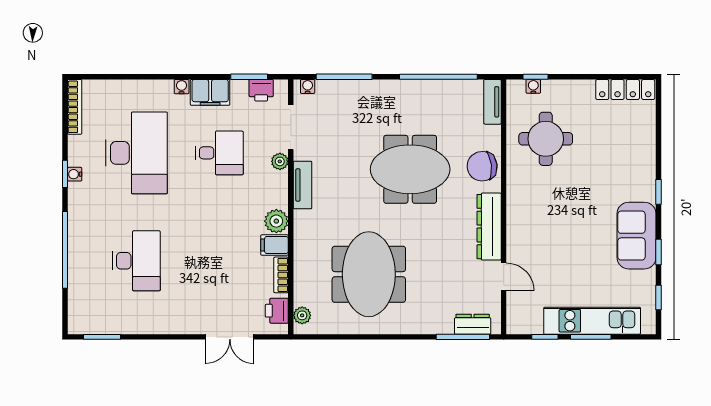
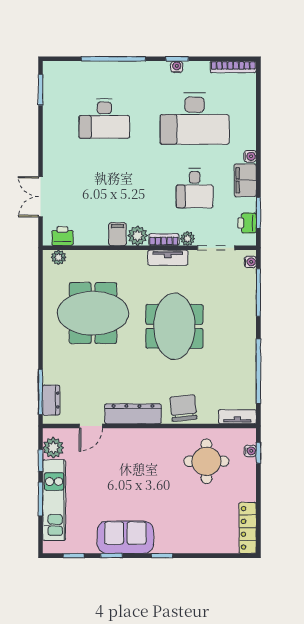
meeting table: (410, 169) -> (174, 326), moved
bookcase: (281, 275) -> (164, 240), moved
plant: (530, 322) -> (53, 448), added

